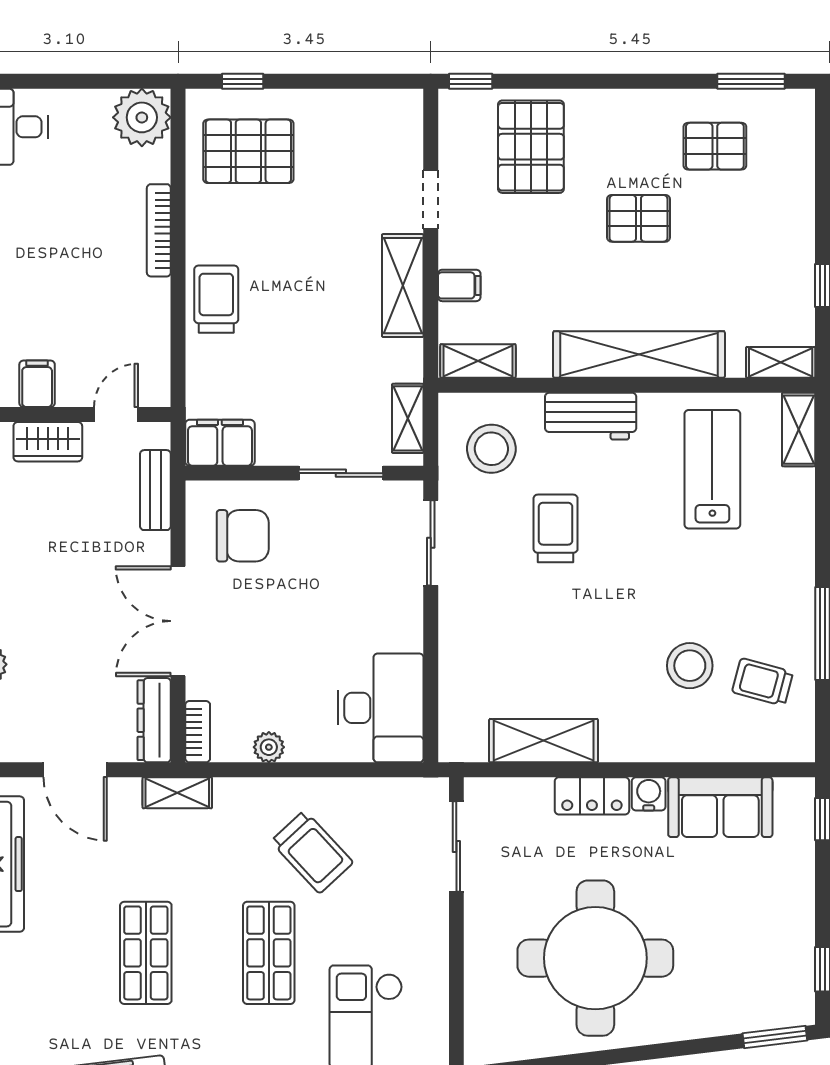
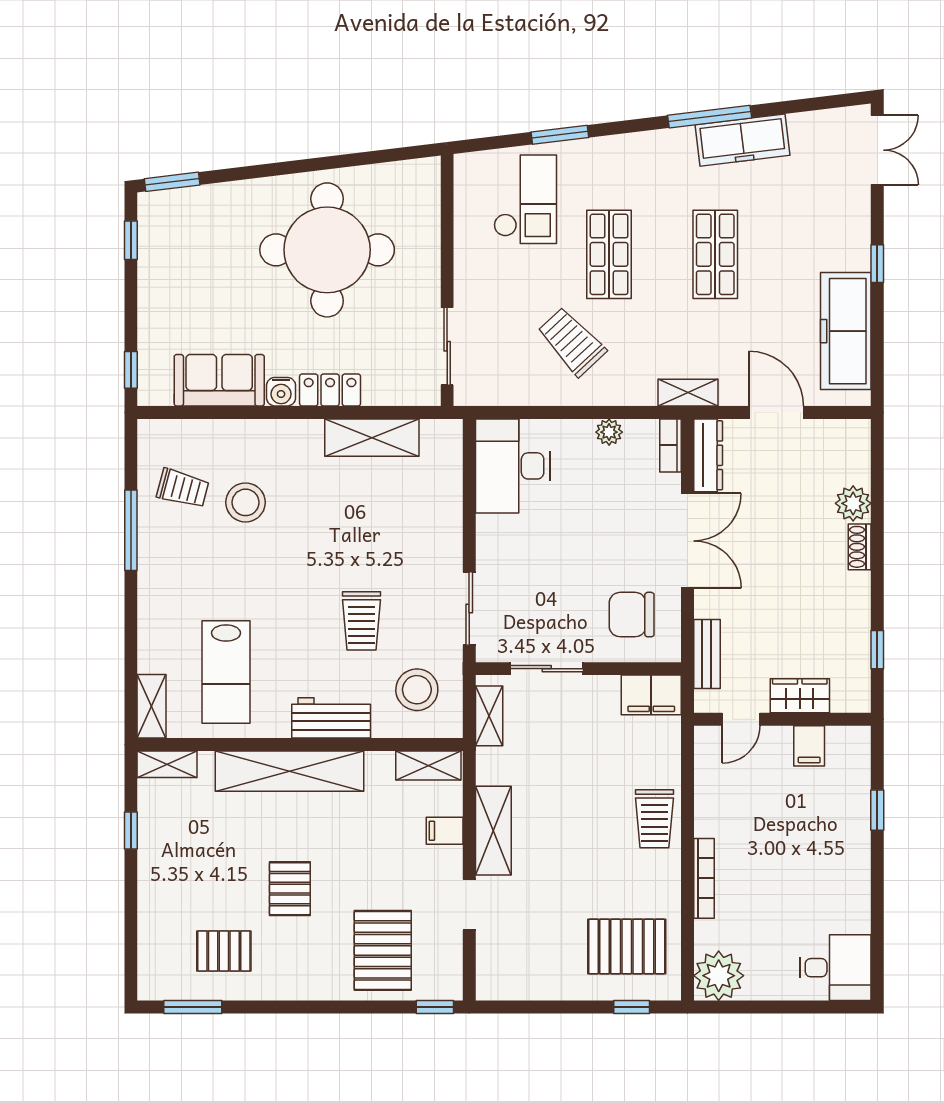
pallet: (639, 218) -> (290, 889), turned 90

